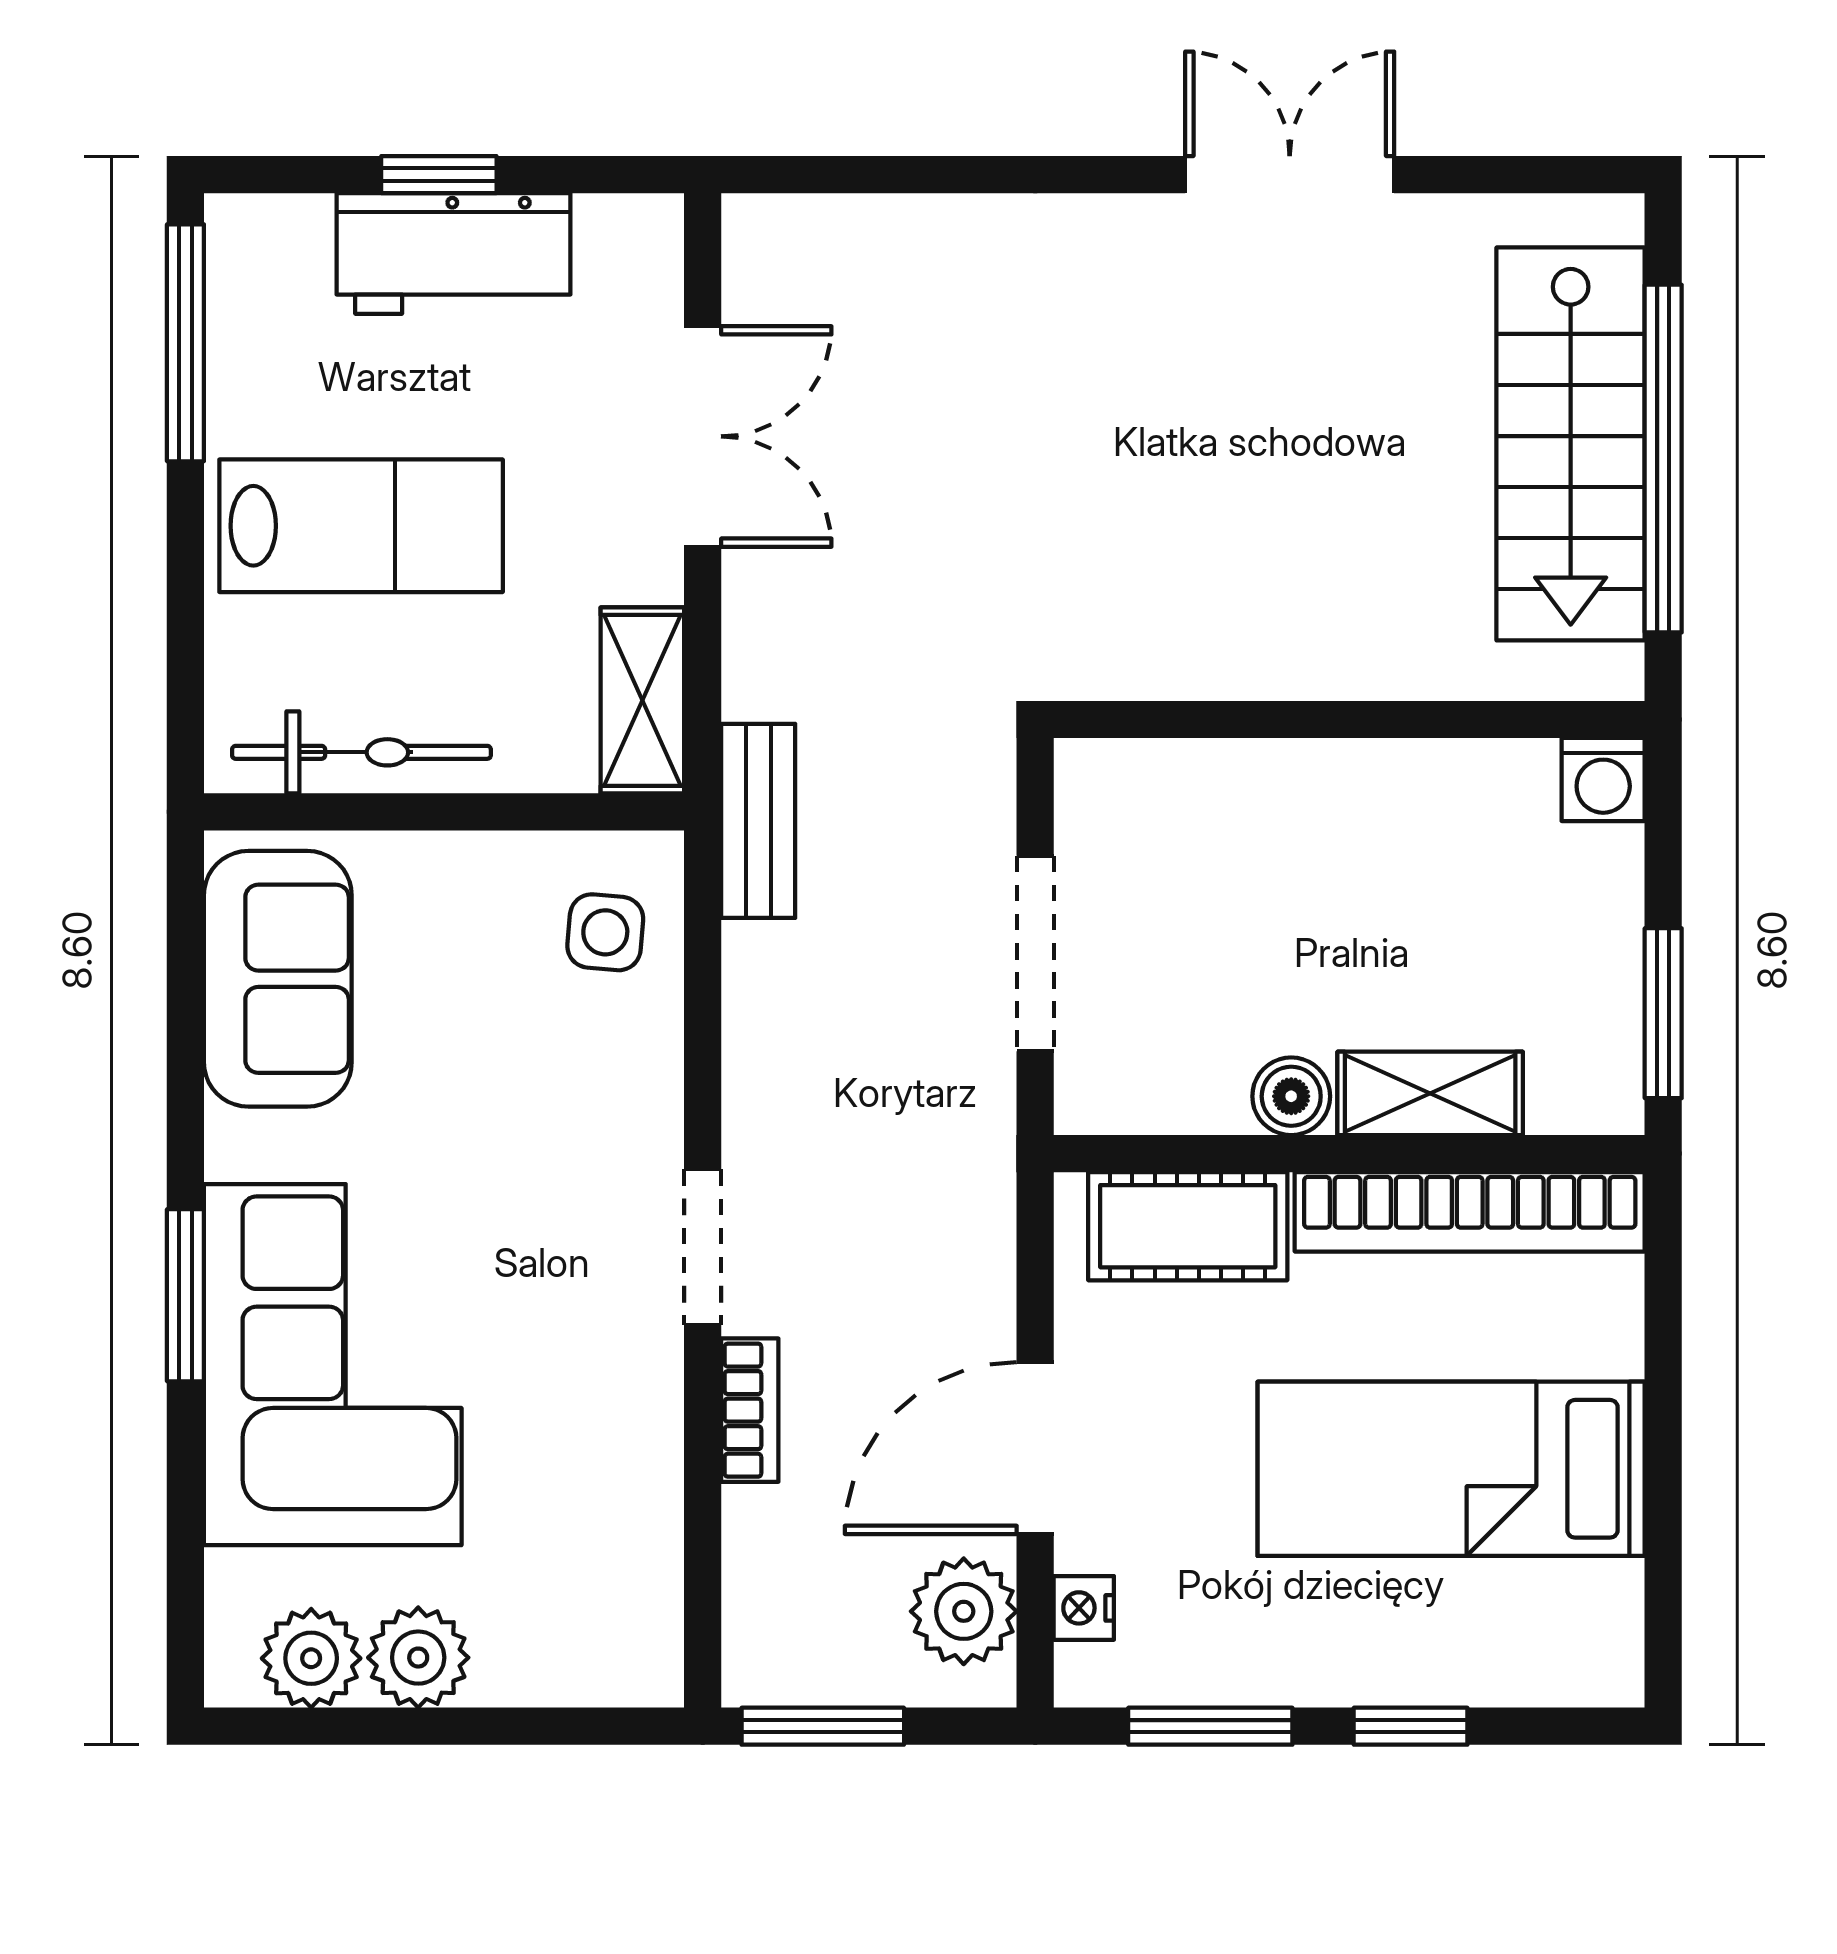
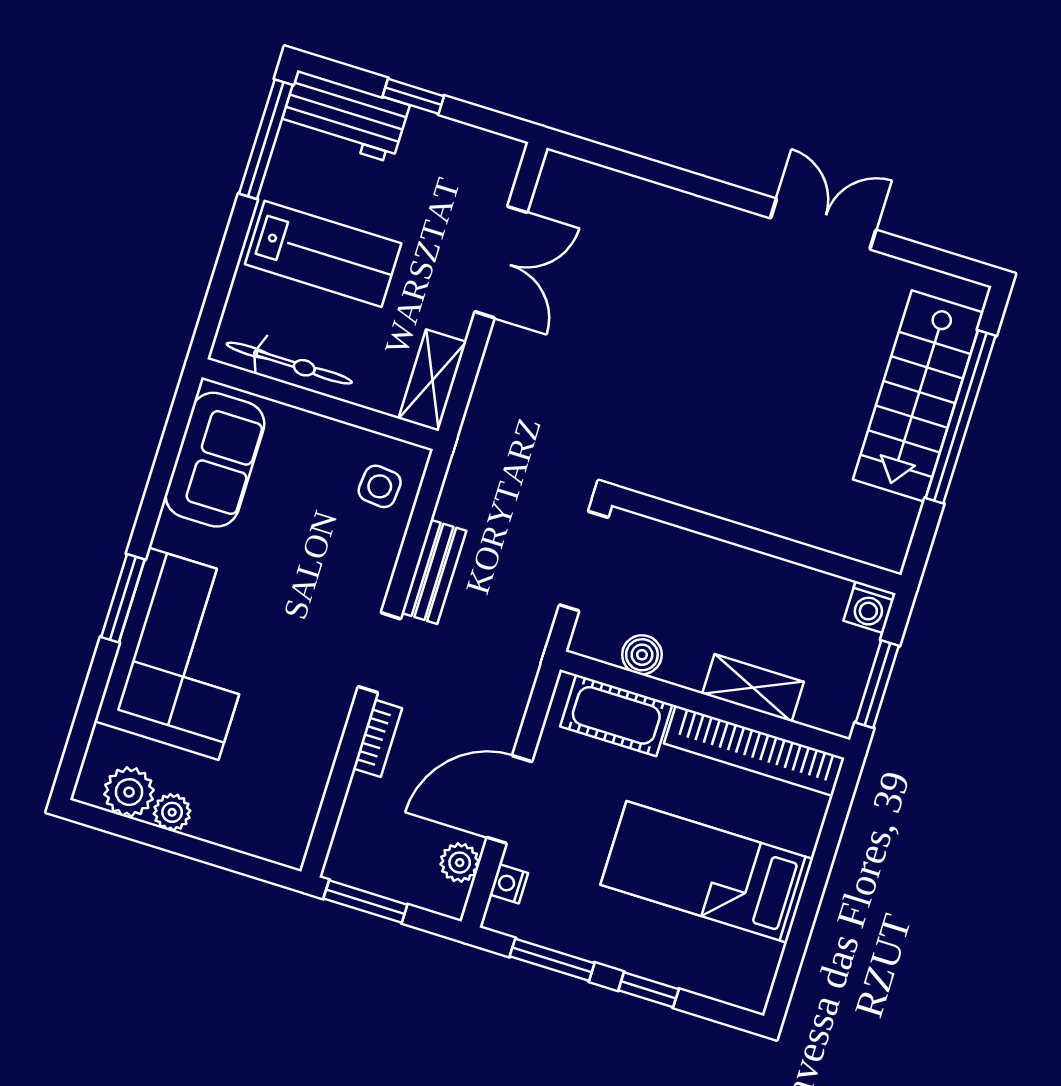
workbench: (453, 253) -> (345, 117), moved
wall: (1349, 719) -> (756, 540), moved
washing machine: (1603, 780) -> (870, 607), moved
bench: (758, 821) -> (434, 572), moved
boiler: (1291, 1096) -> (642, 655), moved
plant: (964, 1611) -> (460, 863), width x0.73, depth x0.73
plant: (418, 1658) -> (172, 812), width x0.73, depth x0.73

